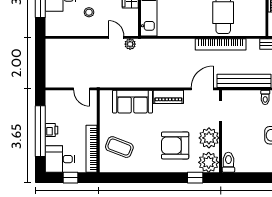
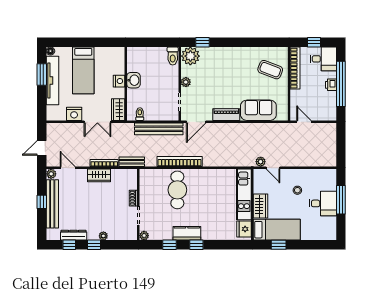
plant: (209, 138) -> (186, 82), width x0.53, depth x0.53
armchair: (175, 145) -> (220, 71), removed

